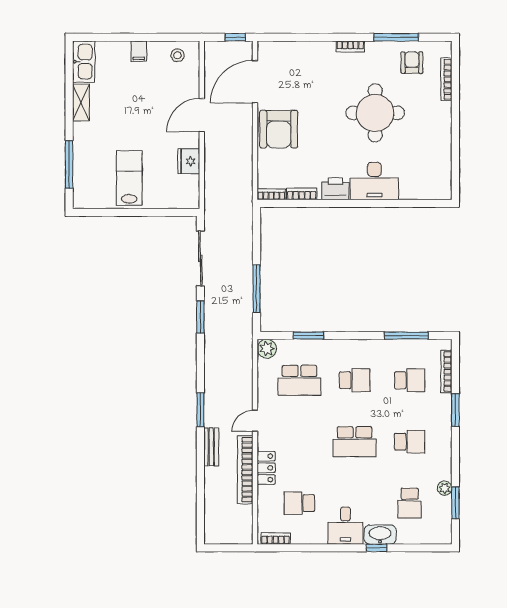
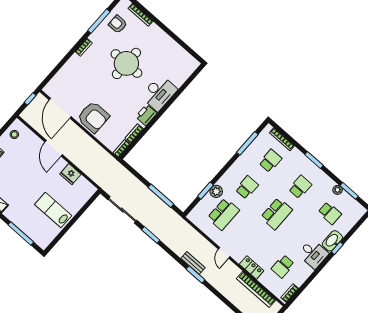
plant: (267, 349) -> (216, 191), moved
window: (455, 410) -> (314, 160), moved
bench: (211, 447) -> (193, 263), moved
bookcase: (245, 470) -> (256, 289), moved

